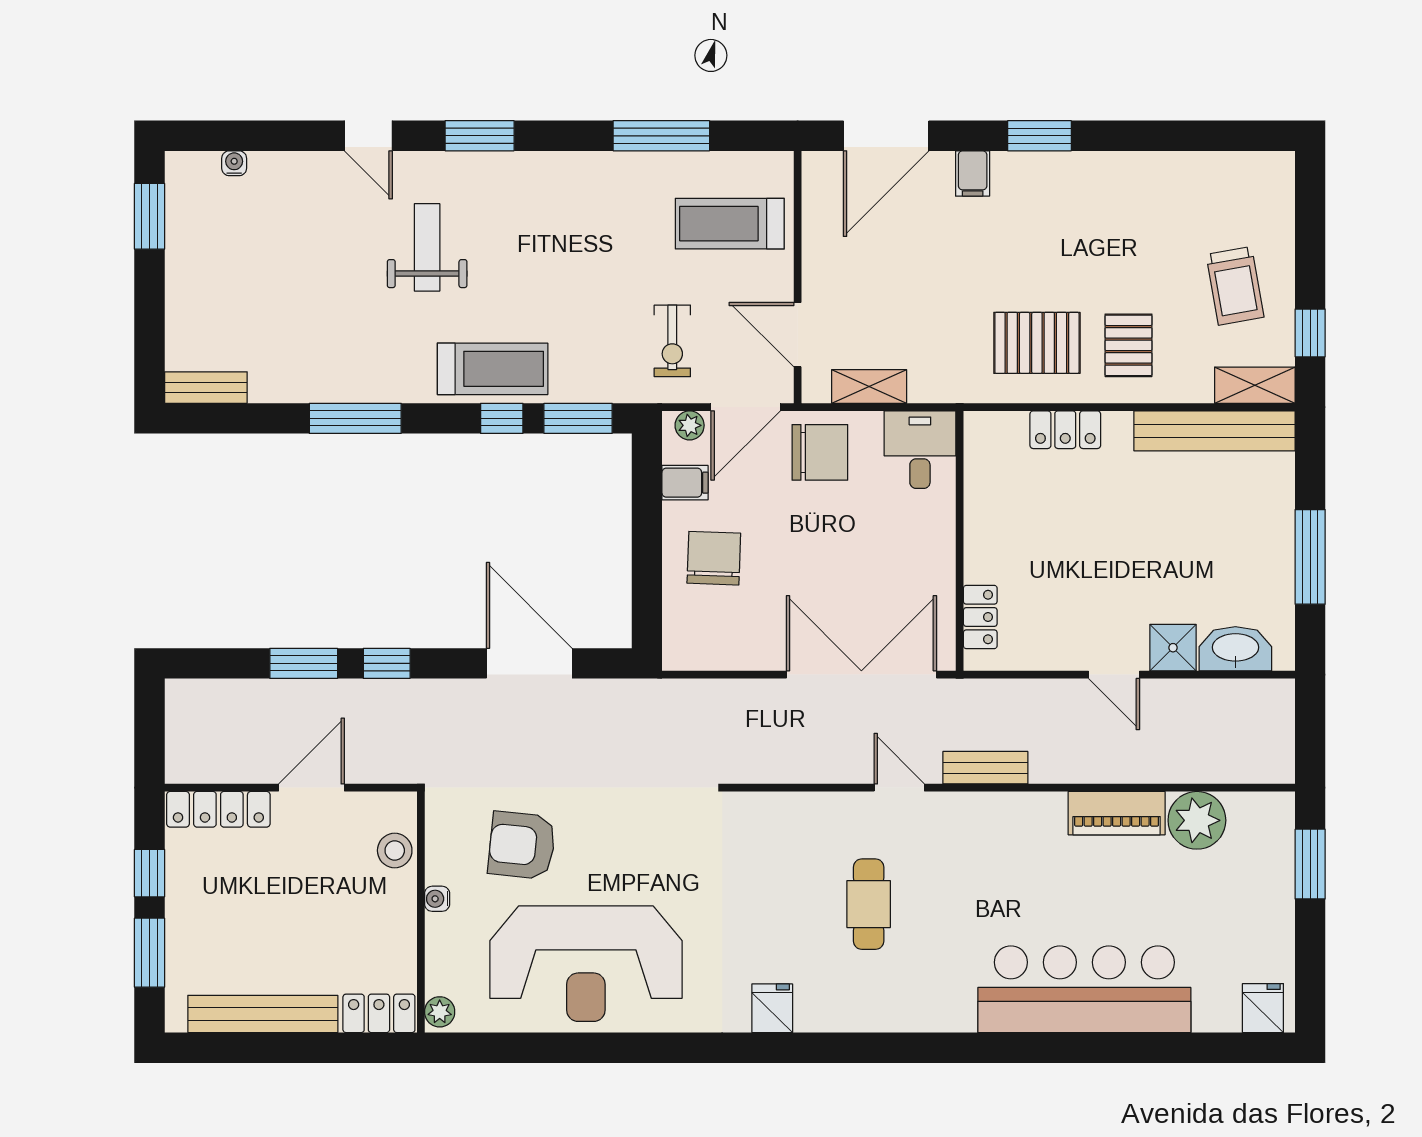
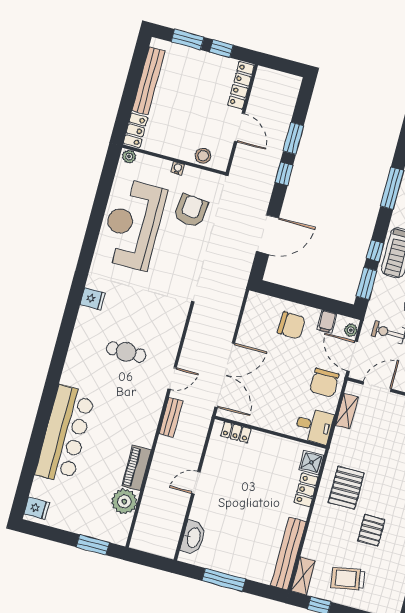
pallet: (1129, 345) -> (371, 530), moved, turned 90
shower: (1173, 648) -> (311, 462), moved

